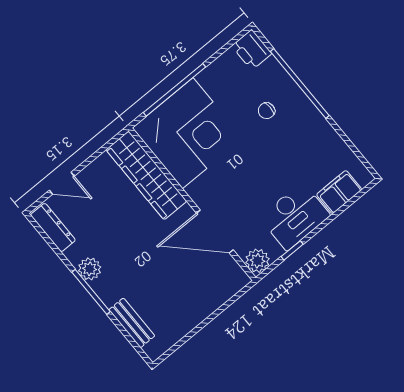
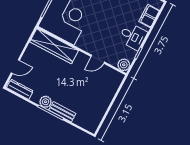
desk: (295, 216) -> (133, 36), width x0.73
door: (215, 231) -> (98, 59), width x0.53
bench: (132, 323) -> (62, 112), moved

